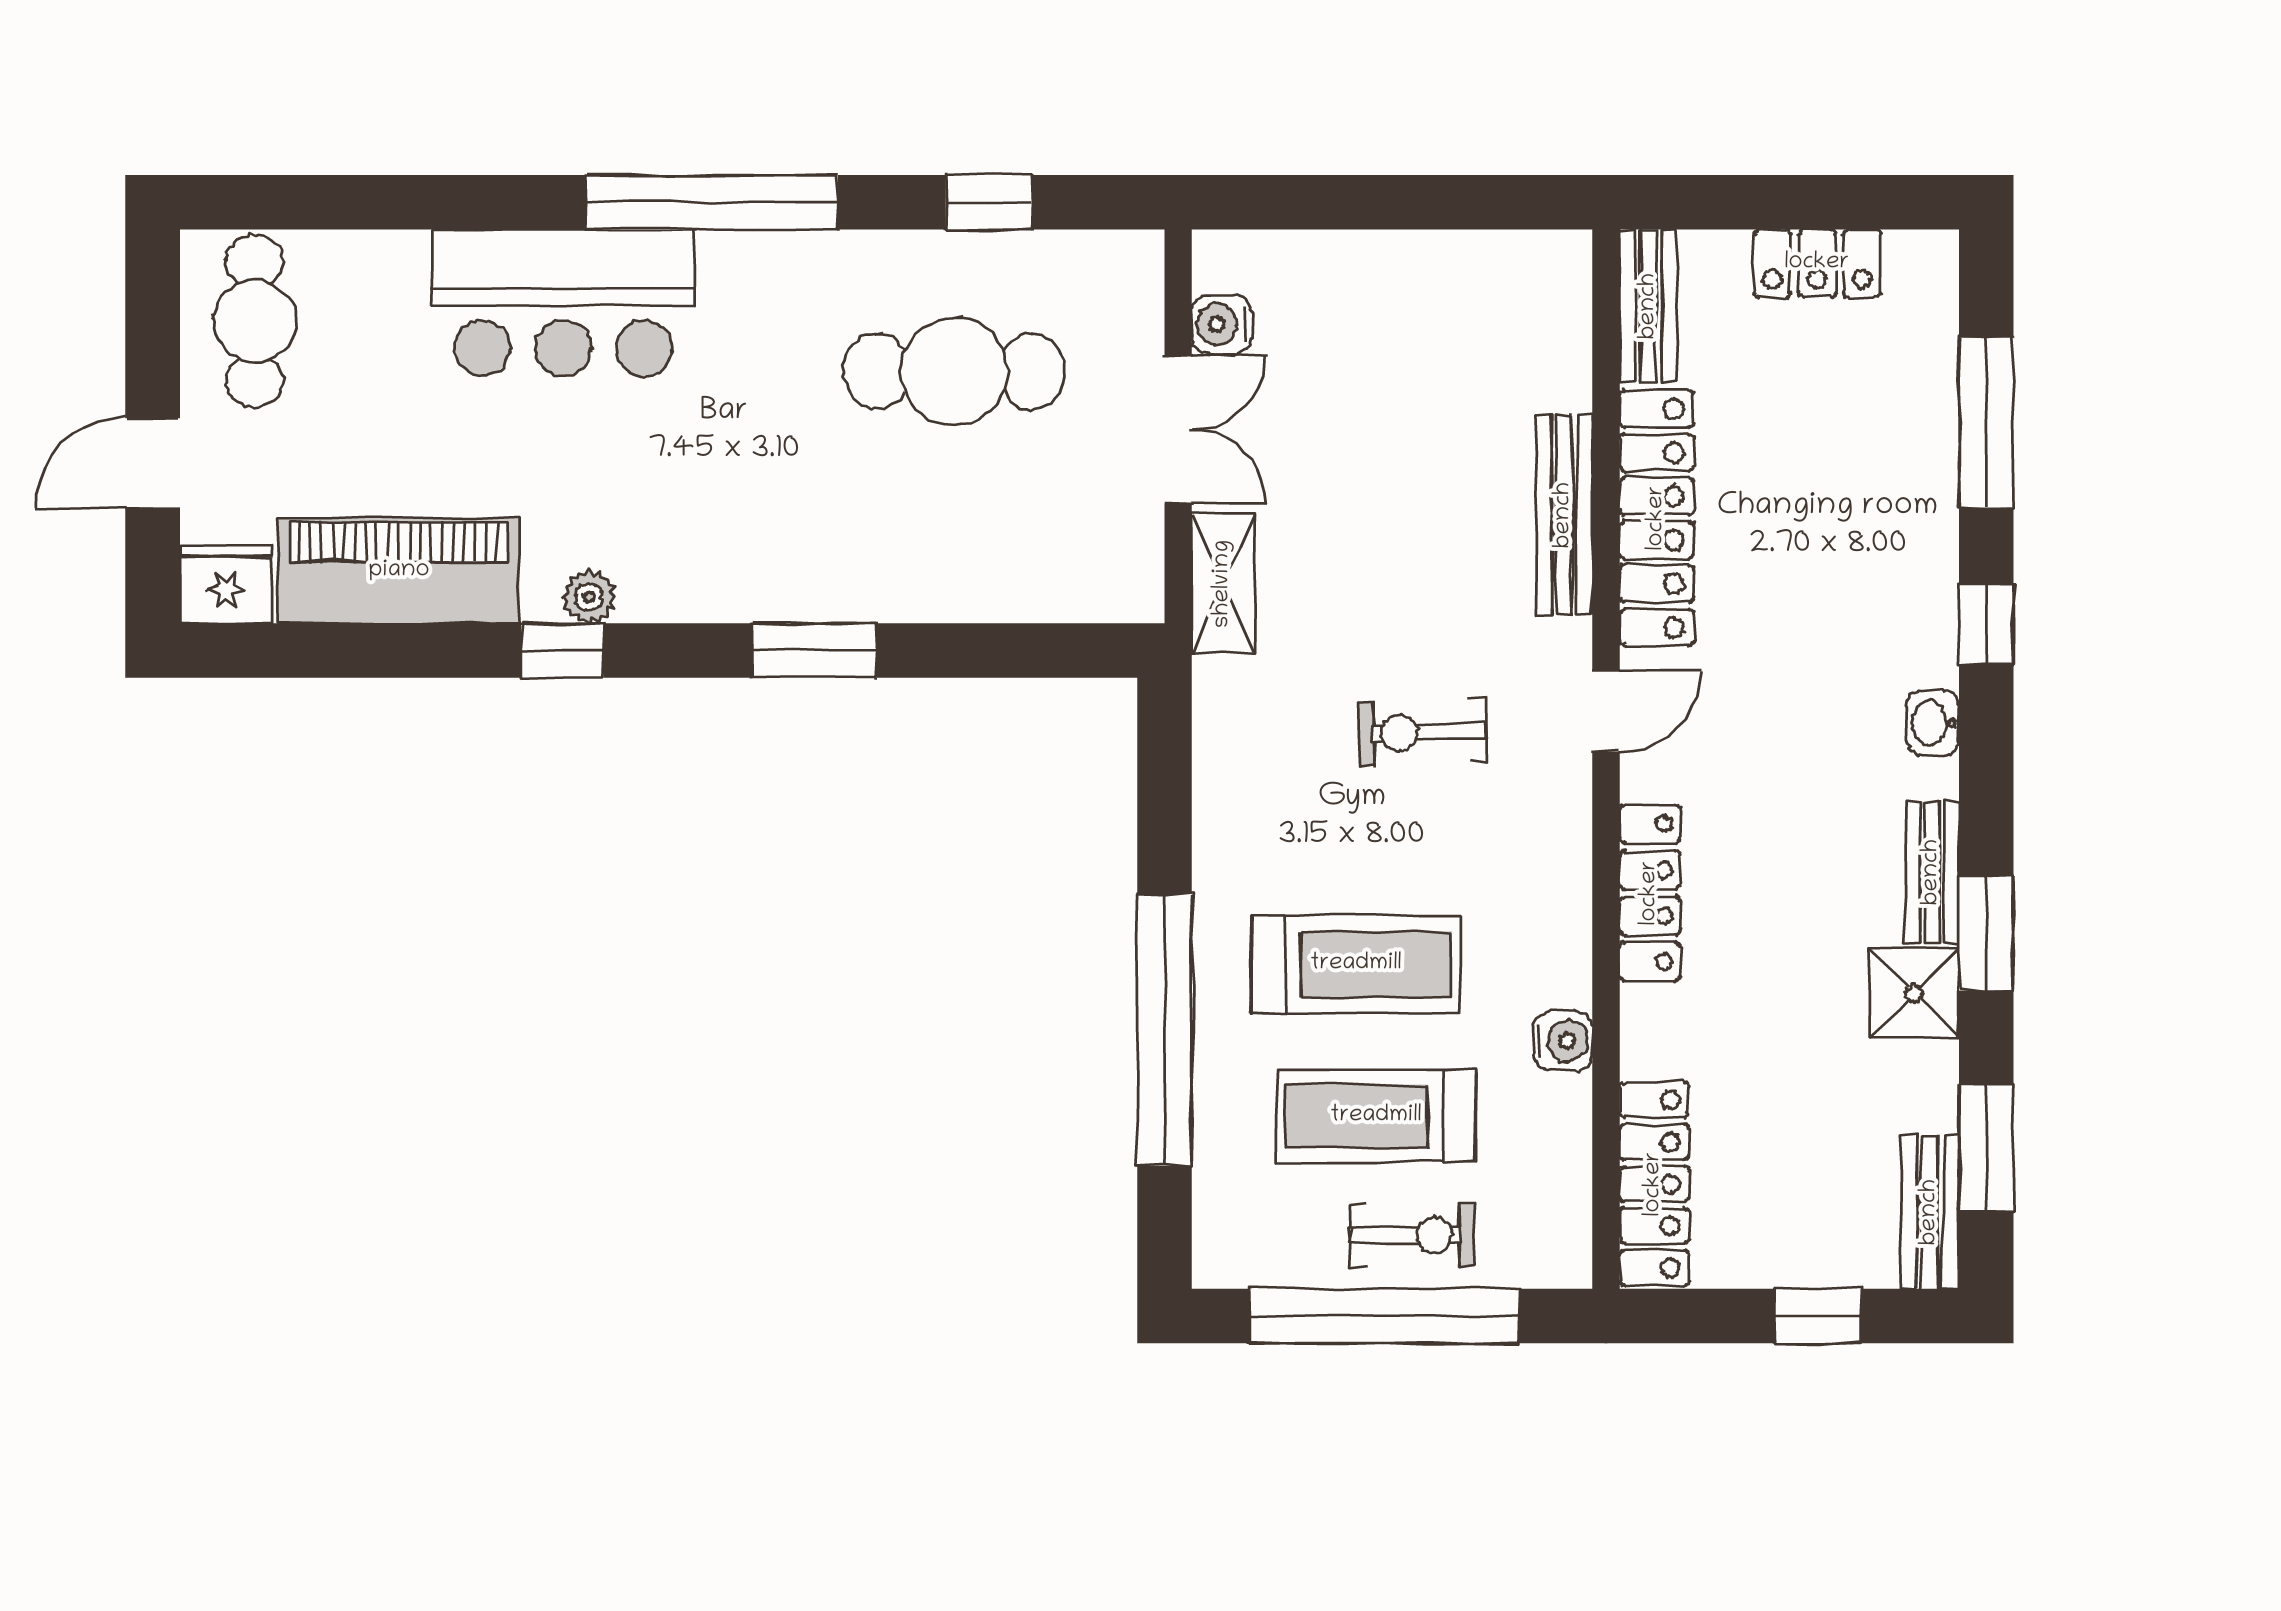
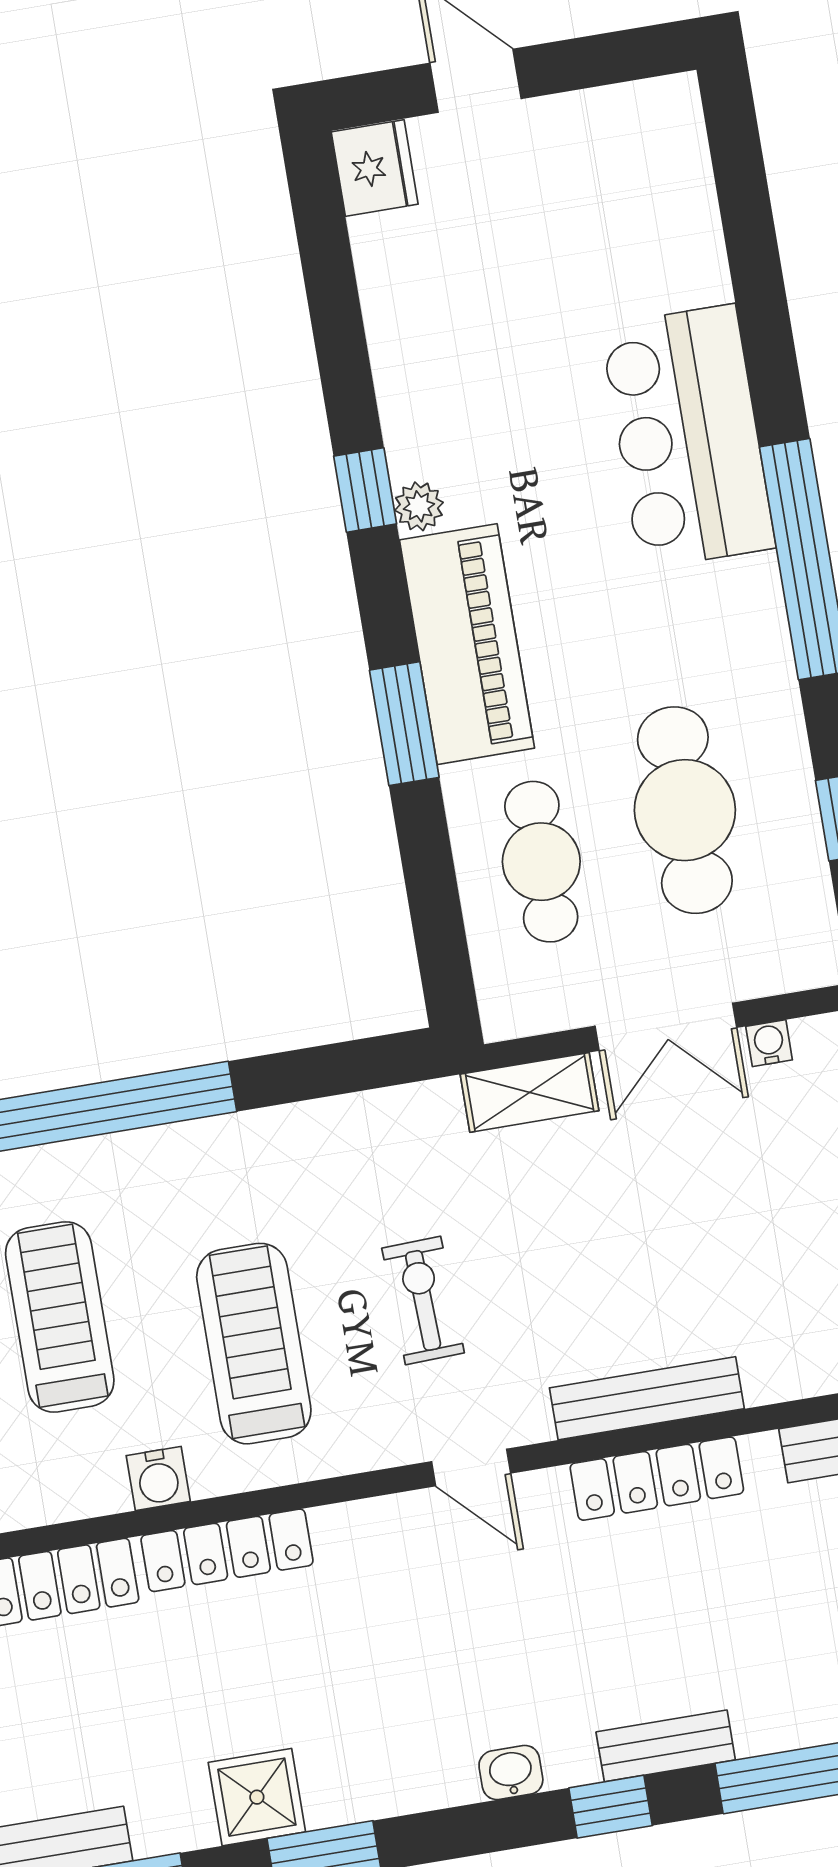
cafe table: (255, 321) -> (541, 862), moved, turned 90
water cooler: (1222, 324) -> (769, 1043), width x0.72, depth x0.72
locker: (1657, 518) -> (657, 1479), width x0.71, depth x0.83
piano: (399, 571) -> (467, 644), moved
bench: (1932, 872) -> (666, 1746), moved
locker: (1650, 893) -> (227, 1550), moved
treadmill: (1356, 964) -> (254, 1344), moved, turned 180

